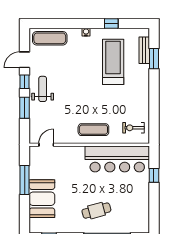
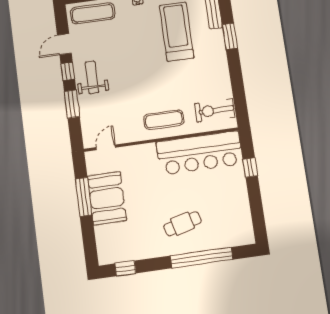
window: (154, 59) -> (230, 36), moved
exercise bike: (134, 128) -> (215, 110), width x1.38, depth x1.39
booth: (42, 199) -> (107, 198), moved

